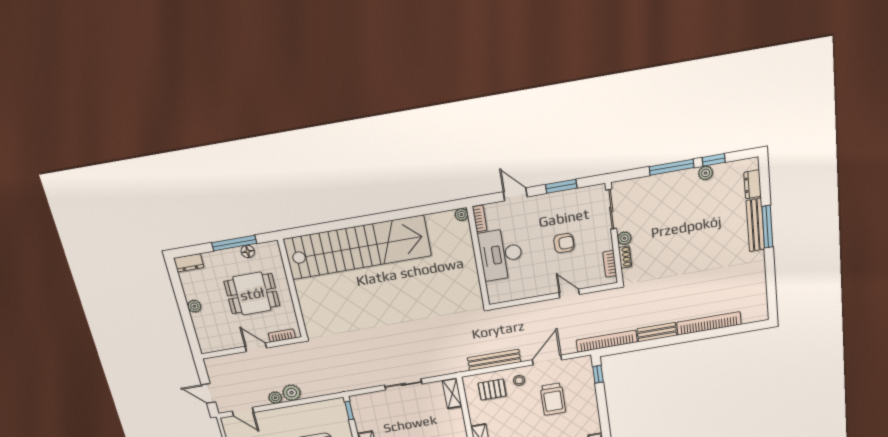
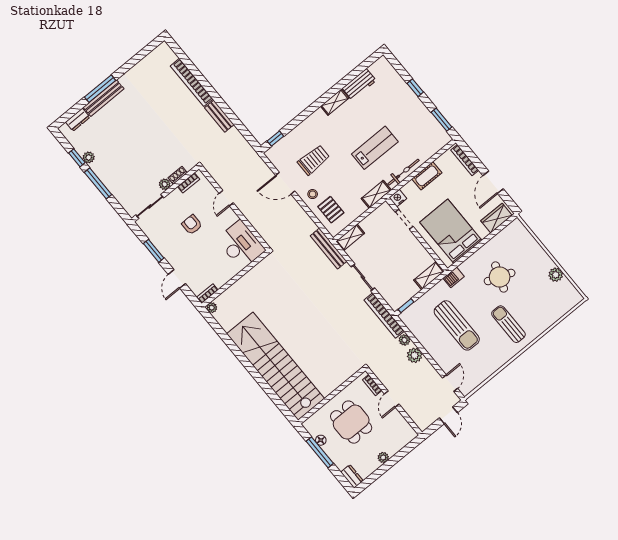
desk: (501, 254) -> (241, 245), moved, turned -90
bookcase: (607, 341) -> (384, 315), moved
bench: (494, 360) -> (329, 249), moved
plant: (275, 398) -> (404, 340), moved

